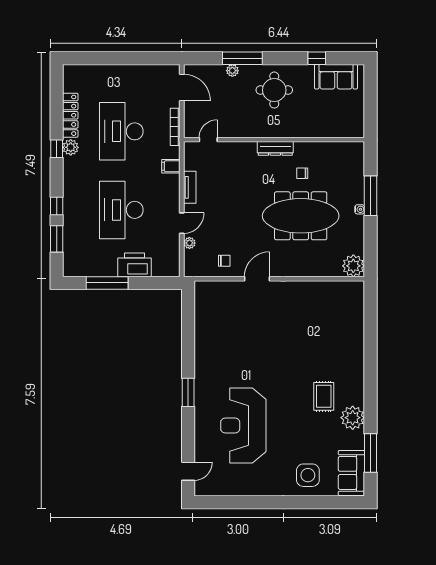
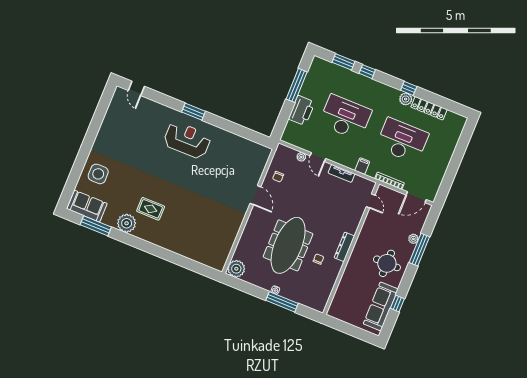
sofa: (336, 77) -> (381, 306), width x1.36
reception desk: (243, 425) -> (187, 140), moved, width x0.74, depth x0.77

